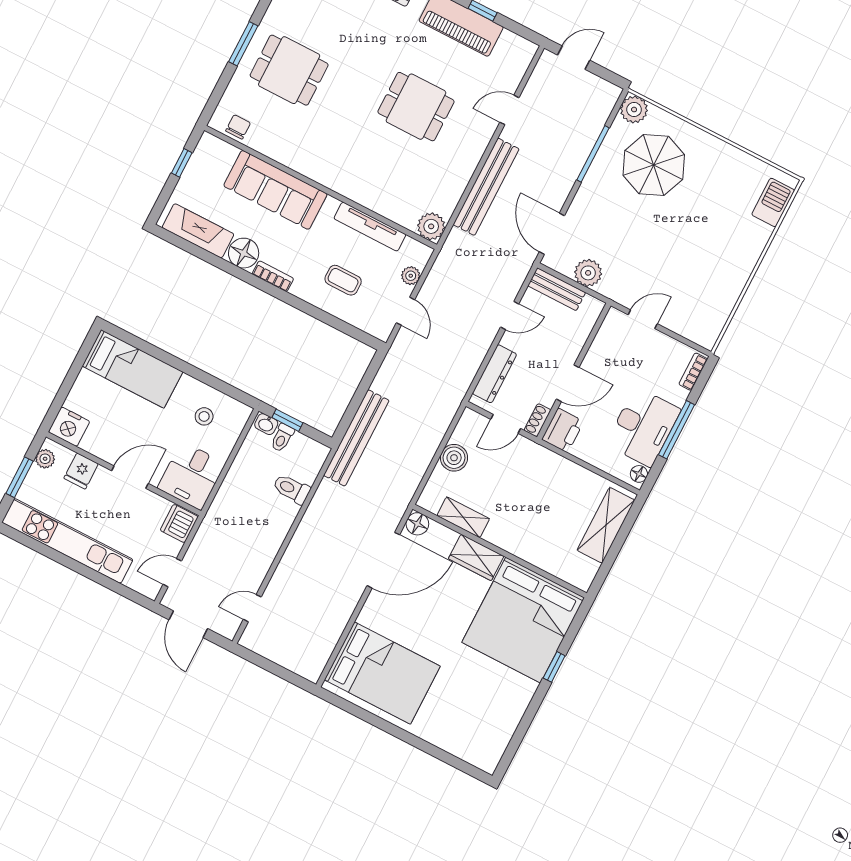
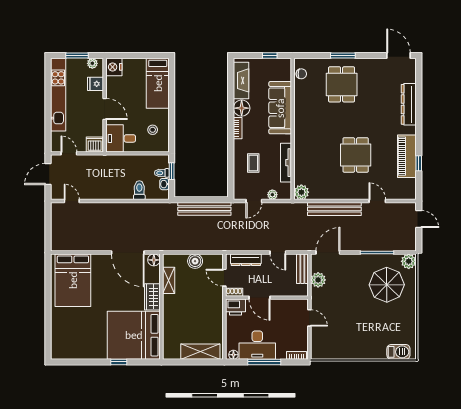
washbasin: (266, 424) -> (164, 184), moved
bench: (356, 438) -> (204, 209), moved

